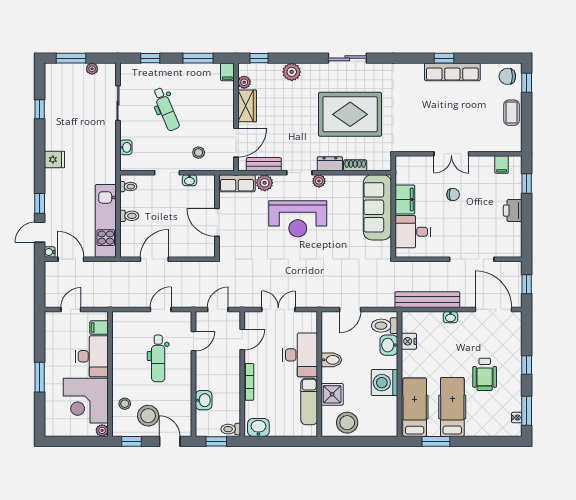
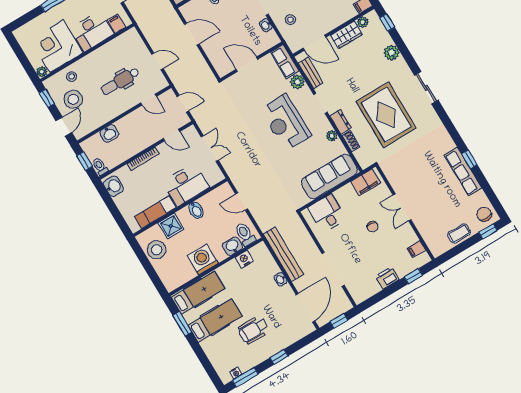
plant: (319, 181) -> (332, 136), moved
filing cabinet: (405, 200) -> (366, 182), moved
door: (217, 222) -> (247, 64), hinge flipped

